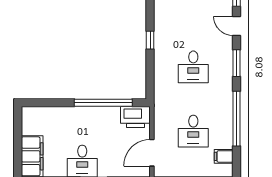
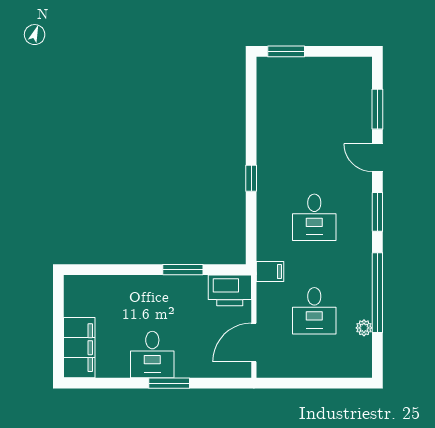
window: (103, 103) -> (183, 270), width x0.47
plant: (227, 143) -> (364, 328), added
filing cabinet: (224, 156) -> (270, 272), moved, turned 180

